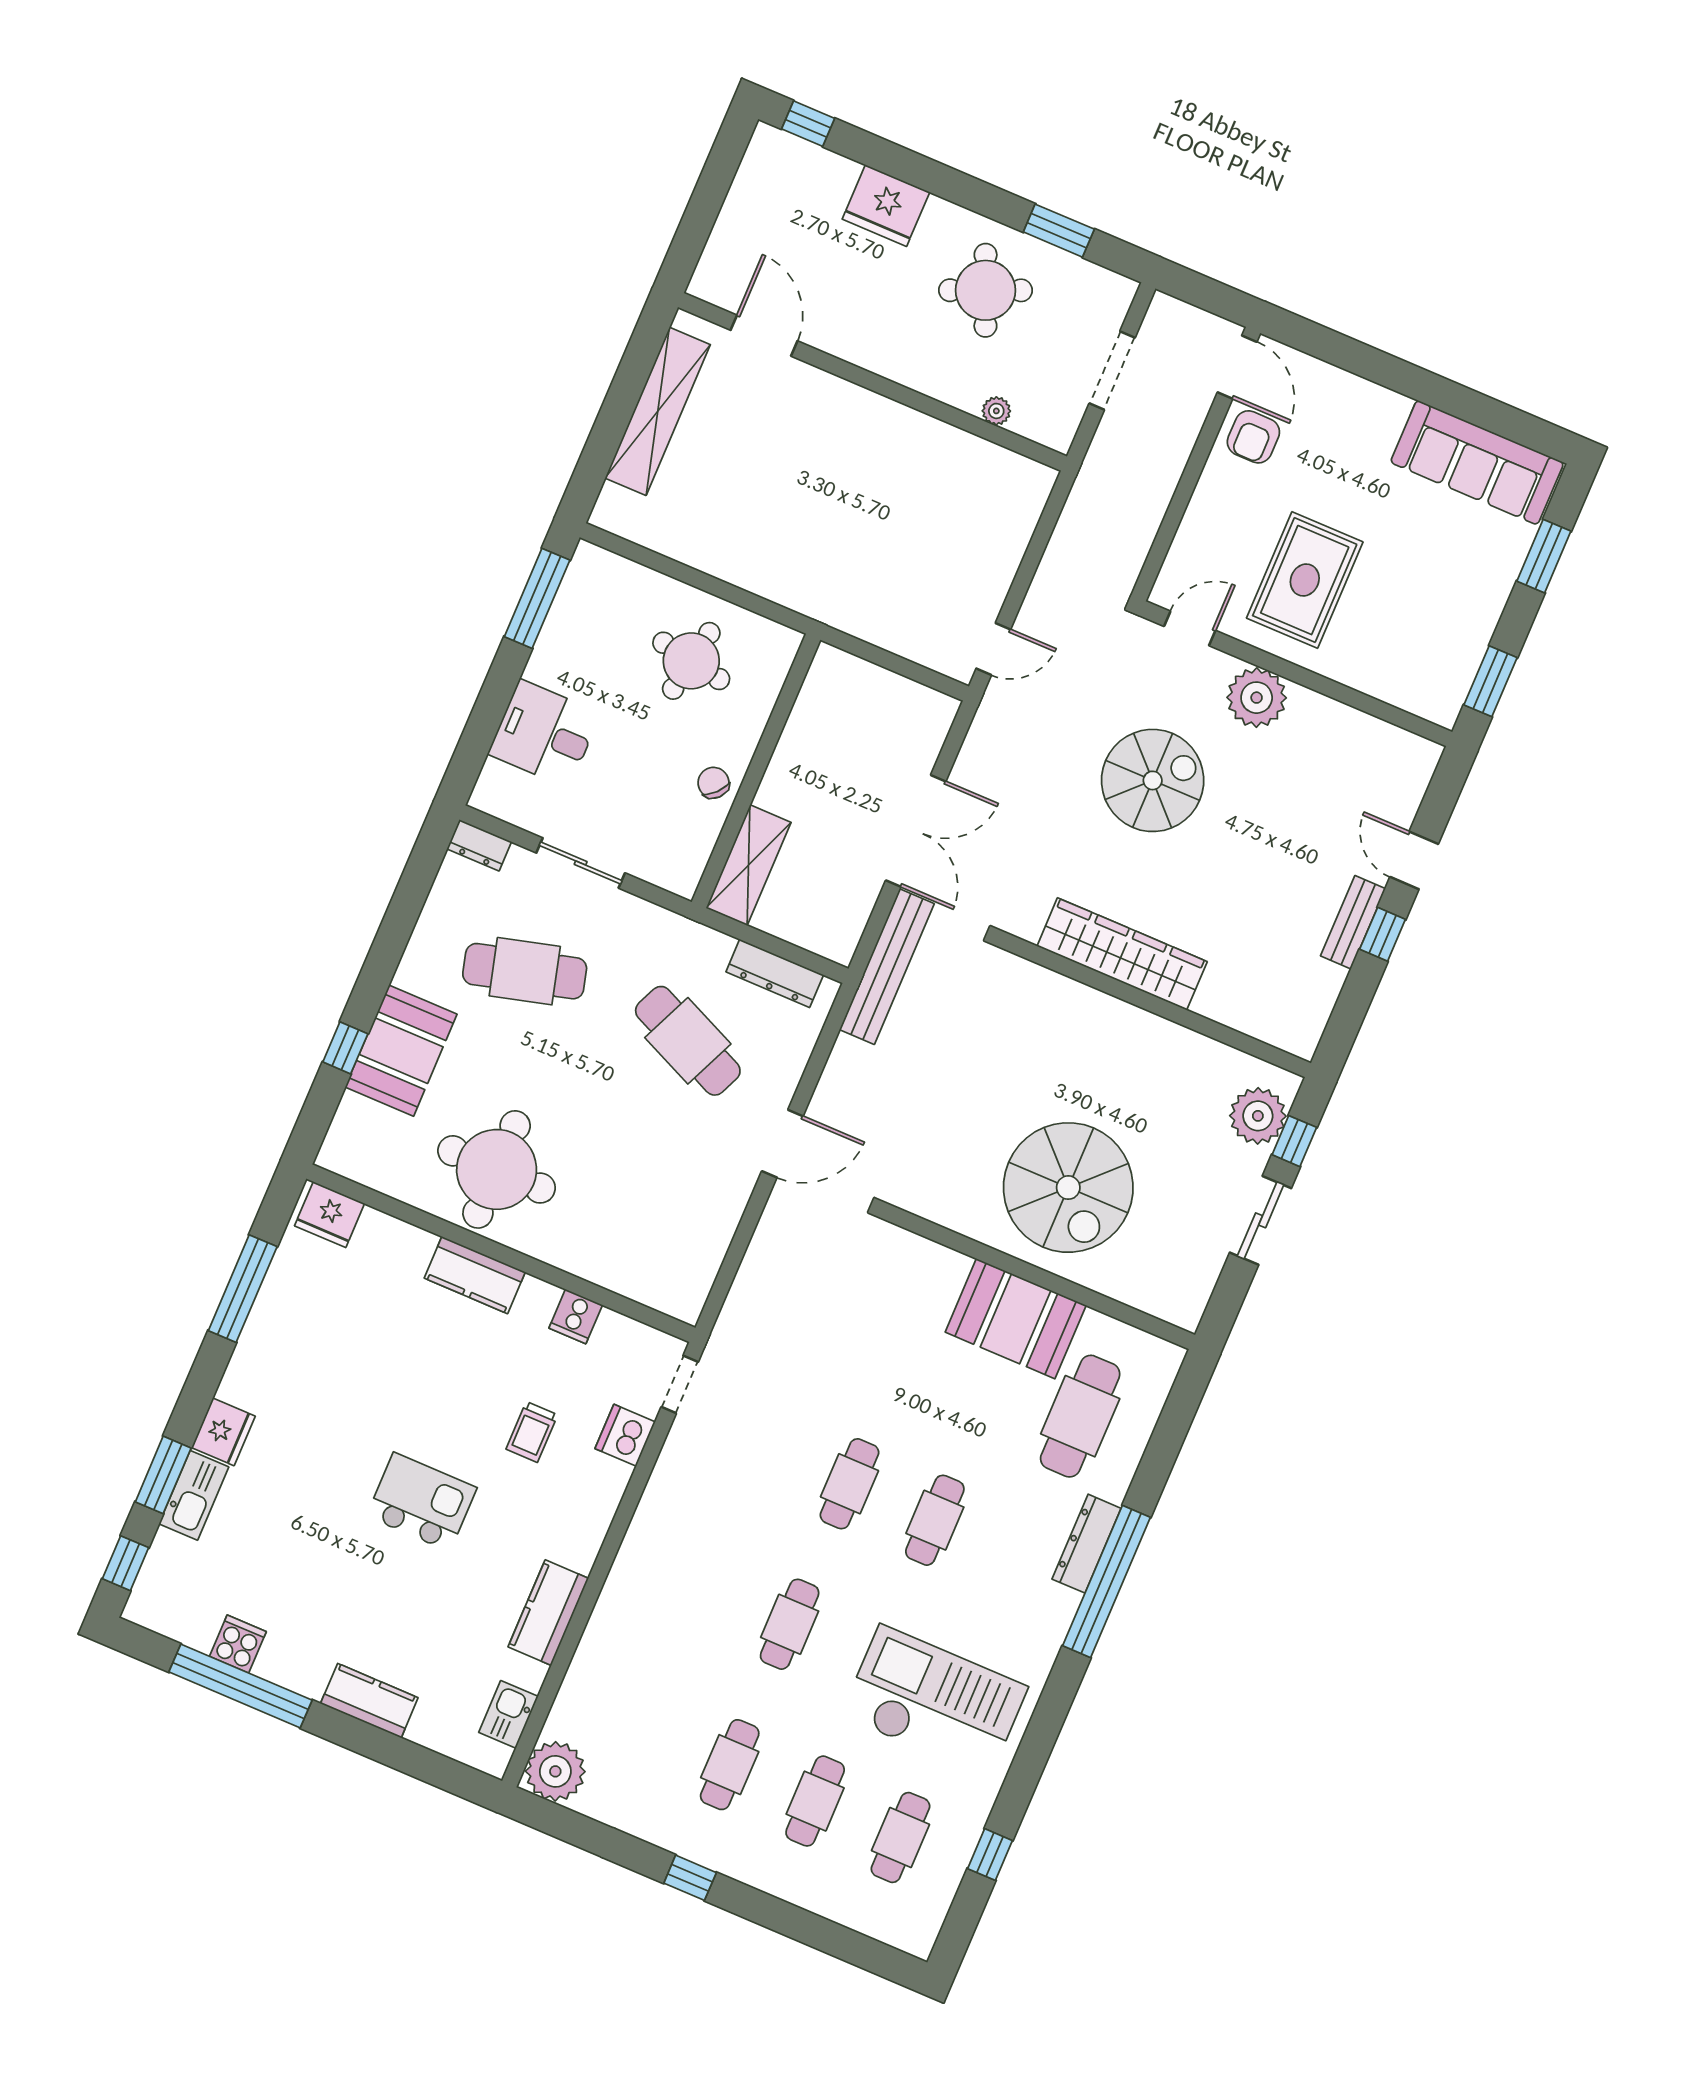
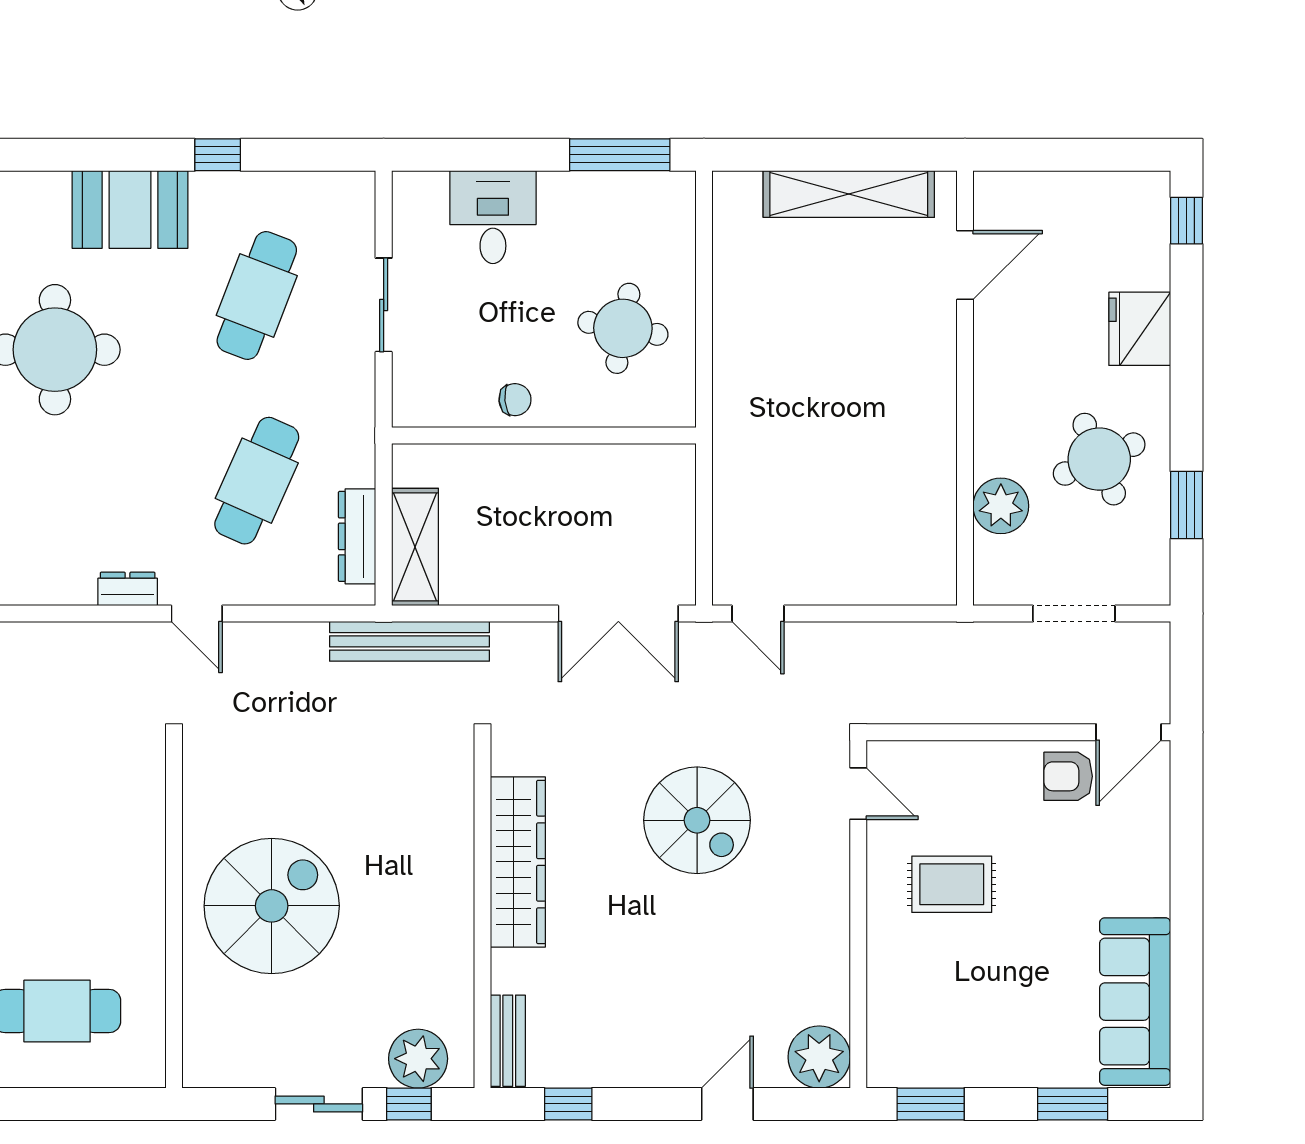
plant: (996, 411) -> (1001, 506), width x1.87, depth x1.87
rug: (1305, 580) -> (952, 884), width x0.73, depth x0.70
plant: (1257, 698) -> (819, 1057), moved
chair: (713, 783) -> (515, 400), turned 42
double door: (916, 831) -> (618, 614), moved
dresser: (479, 845) -> (128, 589), moved, turned 90
shelving: (748, 865) -> (415, 547), moved, turned 90
bench: (1353, 922) -> (508, 1041), moved, turned 90
window: (1383, 934) -> (568, 1104), moved
cafe table: (525, 971) -> (257, 296), turned 36
window: (345, 1048) -> (218, 155), moved
door: (782, 1144) -> (197, 614), width x0.73
spiral stairs: (1068, 1188) -> (272, 906), turned 180
booth: (1016, 1319) -> (124, 909), removed

